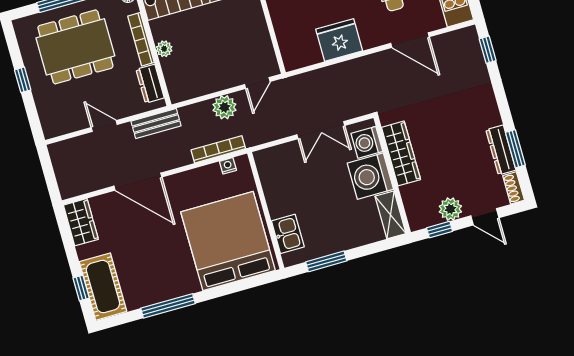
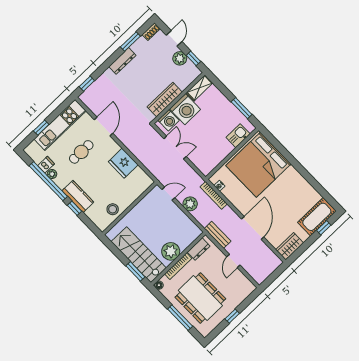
plant: (164, 49) -> (171, 251), width x1.87, depth x1.87
dresser: (501, 150) -> (122, 61), moved
window: (168, 306) -> (309, 178), removed

